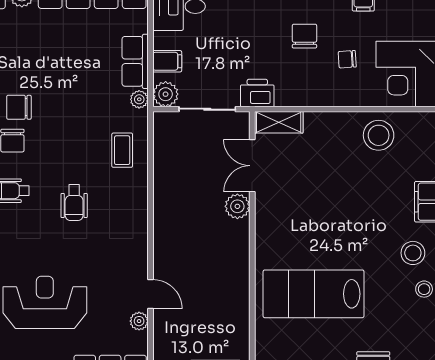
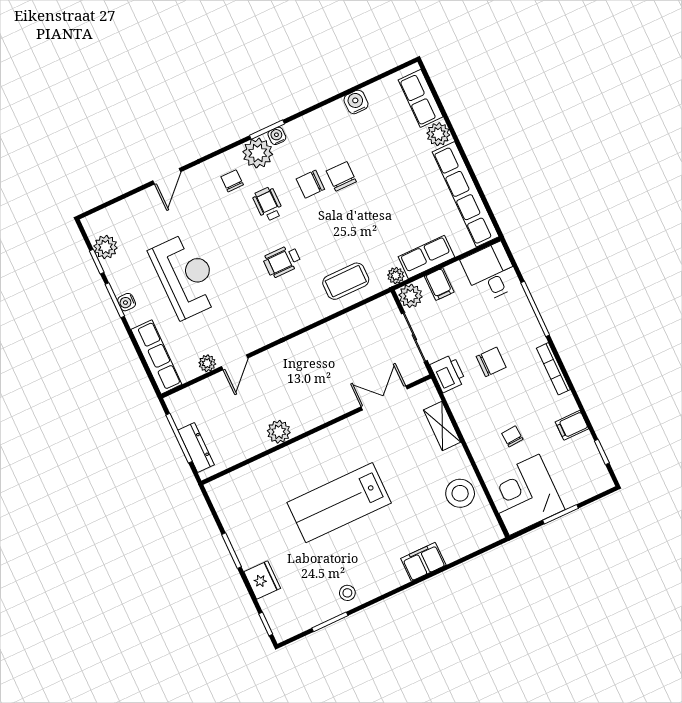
chair: (304, 36) -> (491, 362), moved
shelving: (279, 122) -> (442, 426), moved
coffee table: (122, 150) -> (346, 281), width x1.36, depth x1.30
plant: (237, 206) -> (279, 432), moved
stool: (413, 253) -> (374, 569), removed
lab bench: (313, 294) -> (339, 503), moved, turned -90

